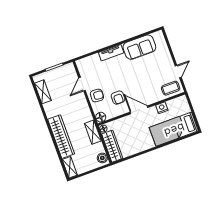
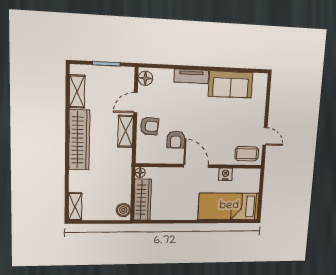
door: (178, 72) -> (265, 136), hinge flipped
floor lamp: (101, 117) -> (145, 78), moved
shelving: (93, 132) -> (126, 131), moved
wardrobe: (61, 137) -> (79, 140), moved

